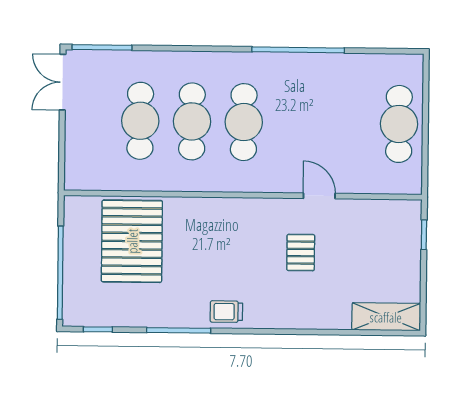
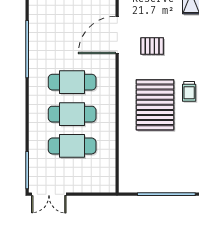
door: (319, 196) -> (117, 35), width x1.88
pallet: (132, 241) -> (155, 105), moved, turned 90

